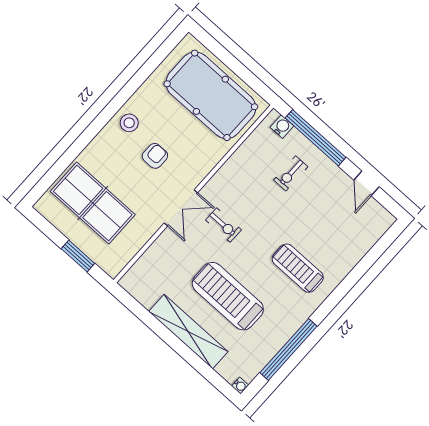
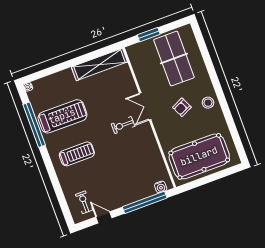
armchair: (155, 156) -> (182, 107), turned 65
exercise bike: (291, 173) -> (84, 202), moved
table tennis table: (93, 203) -> (174, 59), turned 90
treadmill: (228, 296) -> (62, 116), moved
shelving: (188, 332) -> (99, 64), moved

